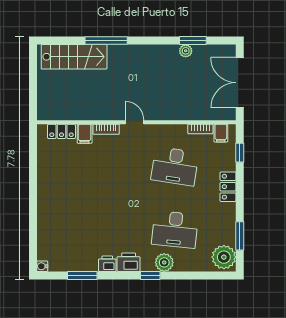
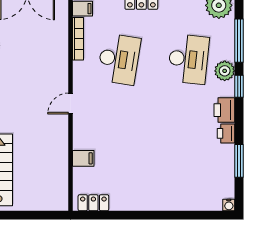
bookcase: (106, 129) -> (78, 135), removed
bookcase: (200, 129) -> (78, 39), width x1.56
locker: (61, 131) -> (93, 203), moved, turned -90
window: (192, 276) -> (239, 41), added

